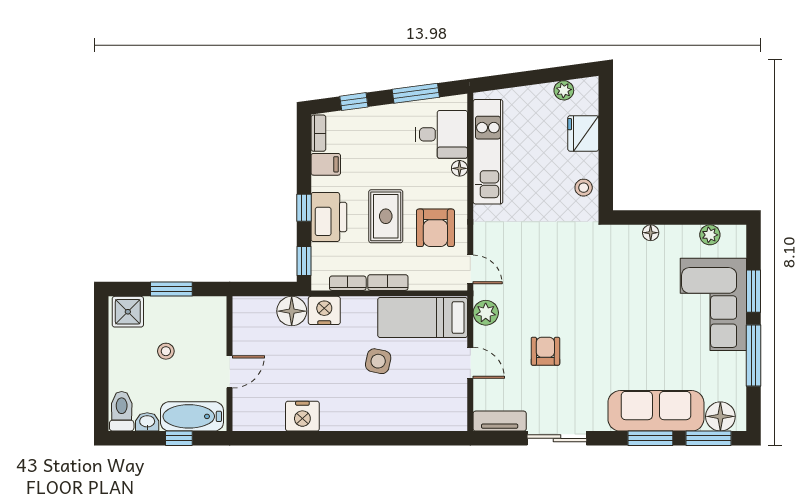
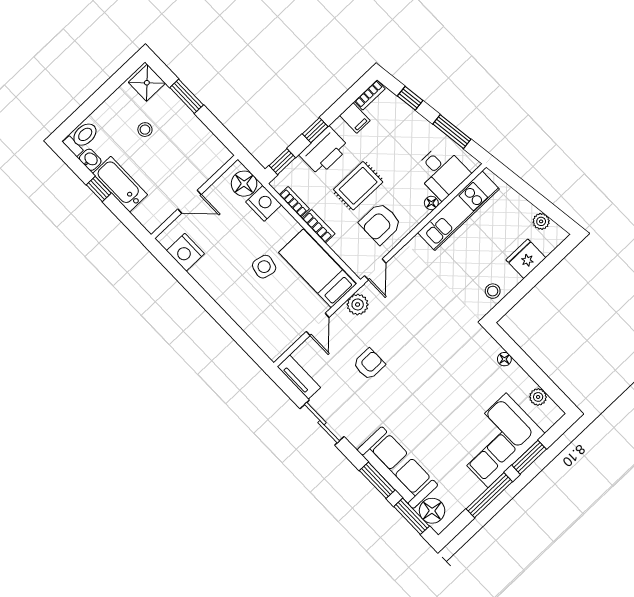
wall: (230, 364) -> (195, 197), moved
door: (230, 372) -> (189, 202), moved

